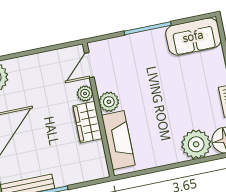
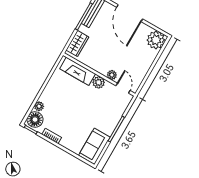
wardrobe: (88, 122) -> (77, 43), moved, turned 90
plant: (196, 144) -> (39, 106), width x0.53, depth x0.53

